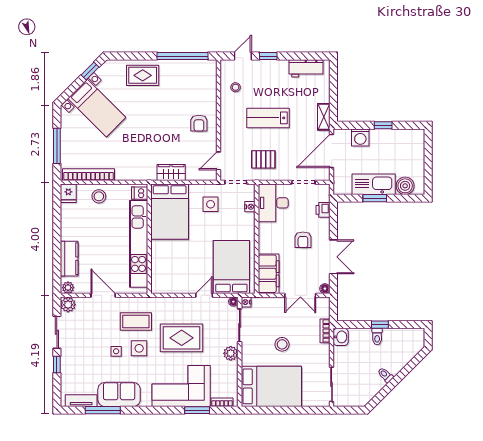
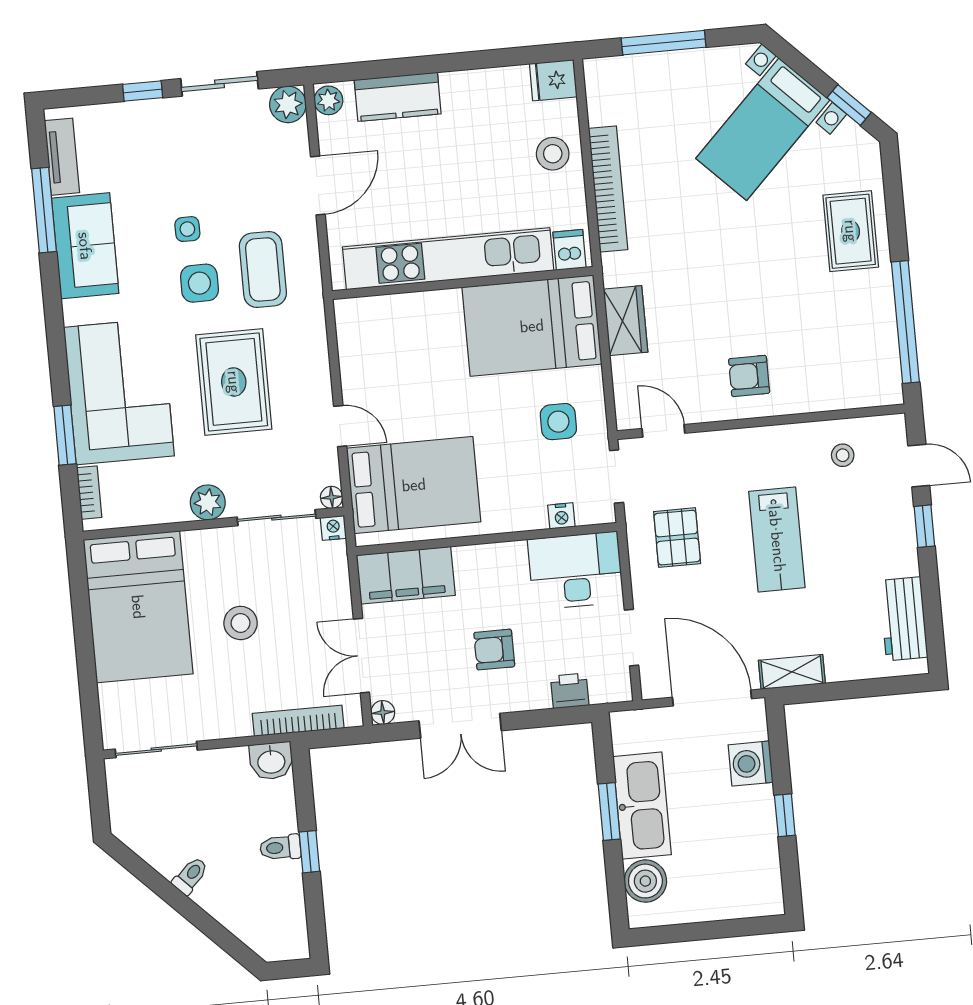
lab bench: (268, 118) -> (777, 539), turned 180
bookcase: (89, 175) -> (608, 189), moved
bookcase: (325, 331) -> (298, 721), width x1.56

